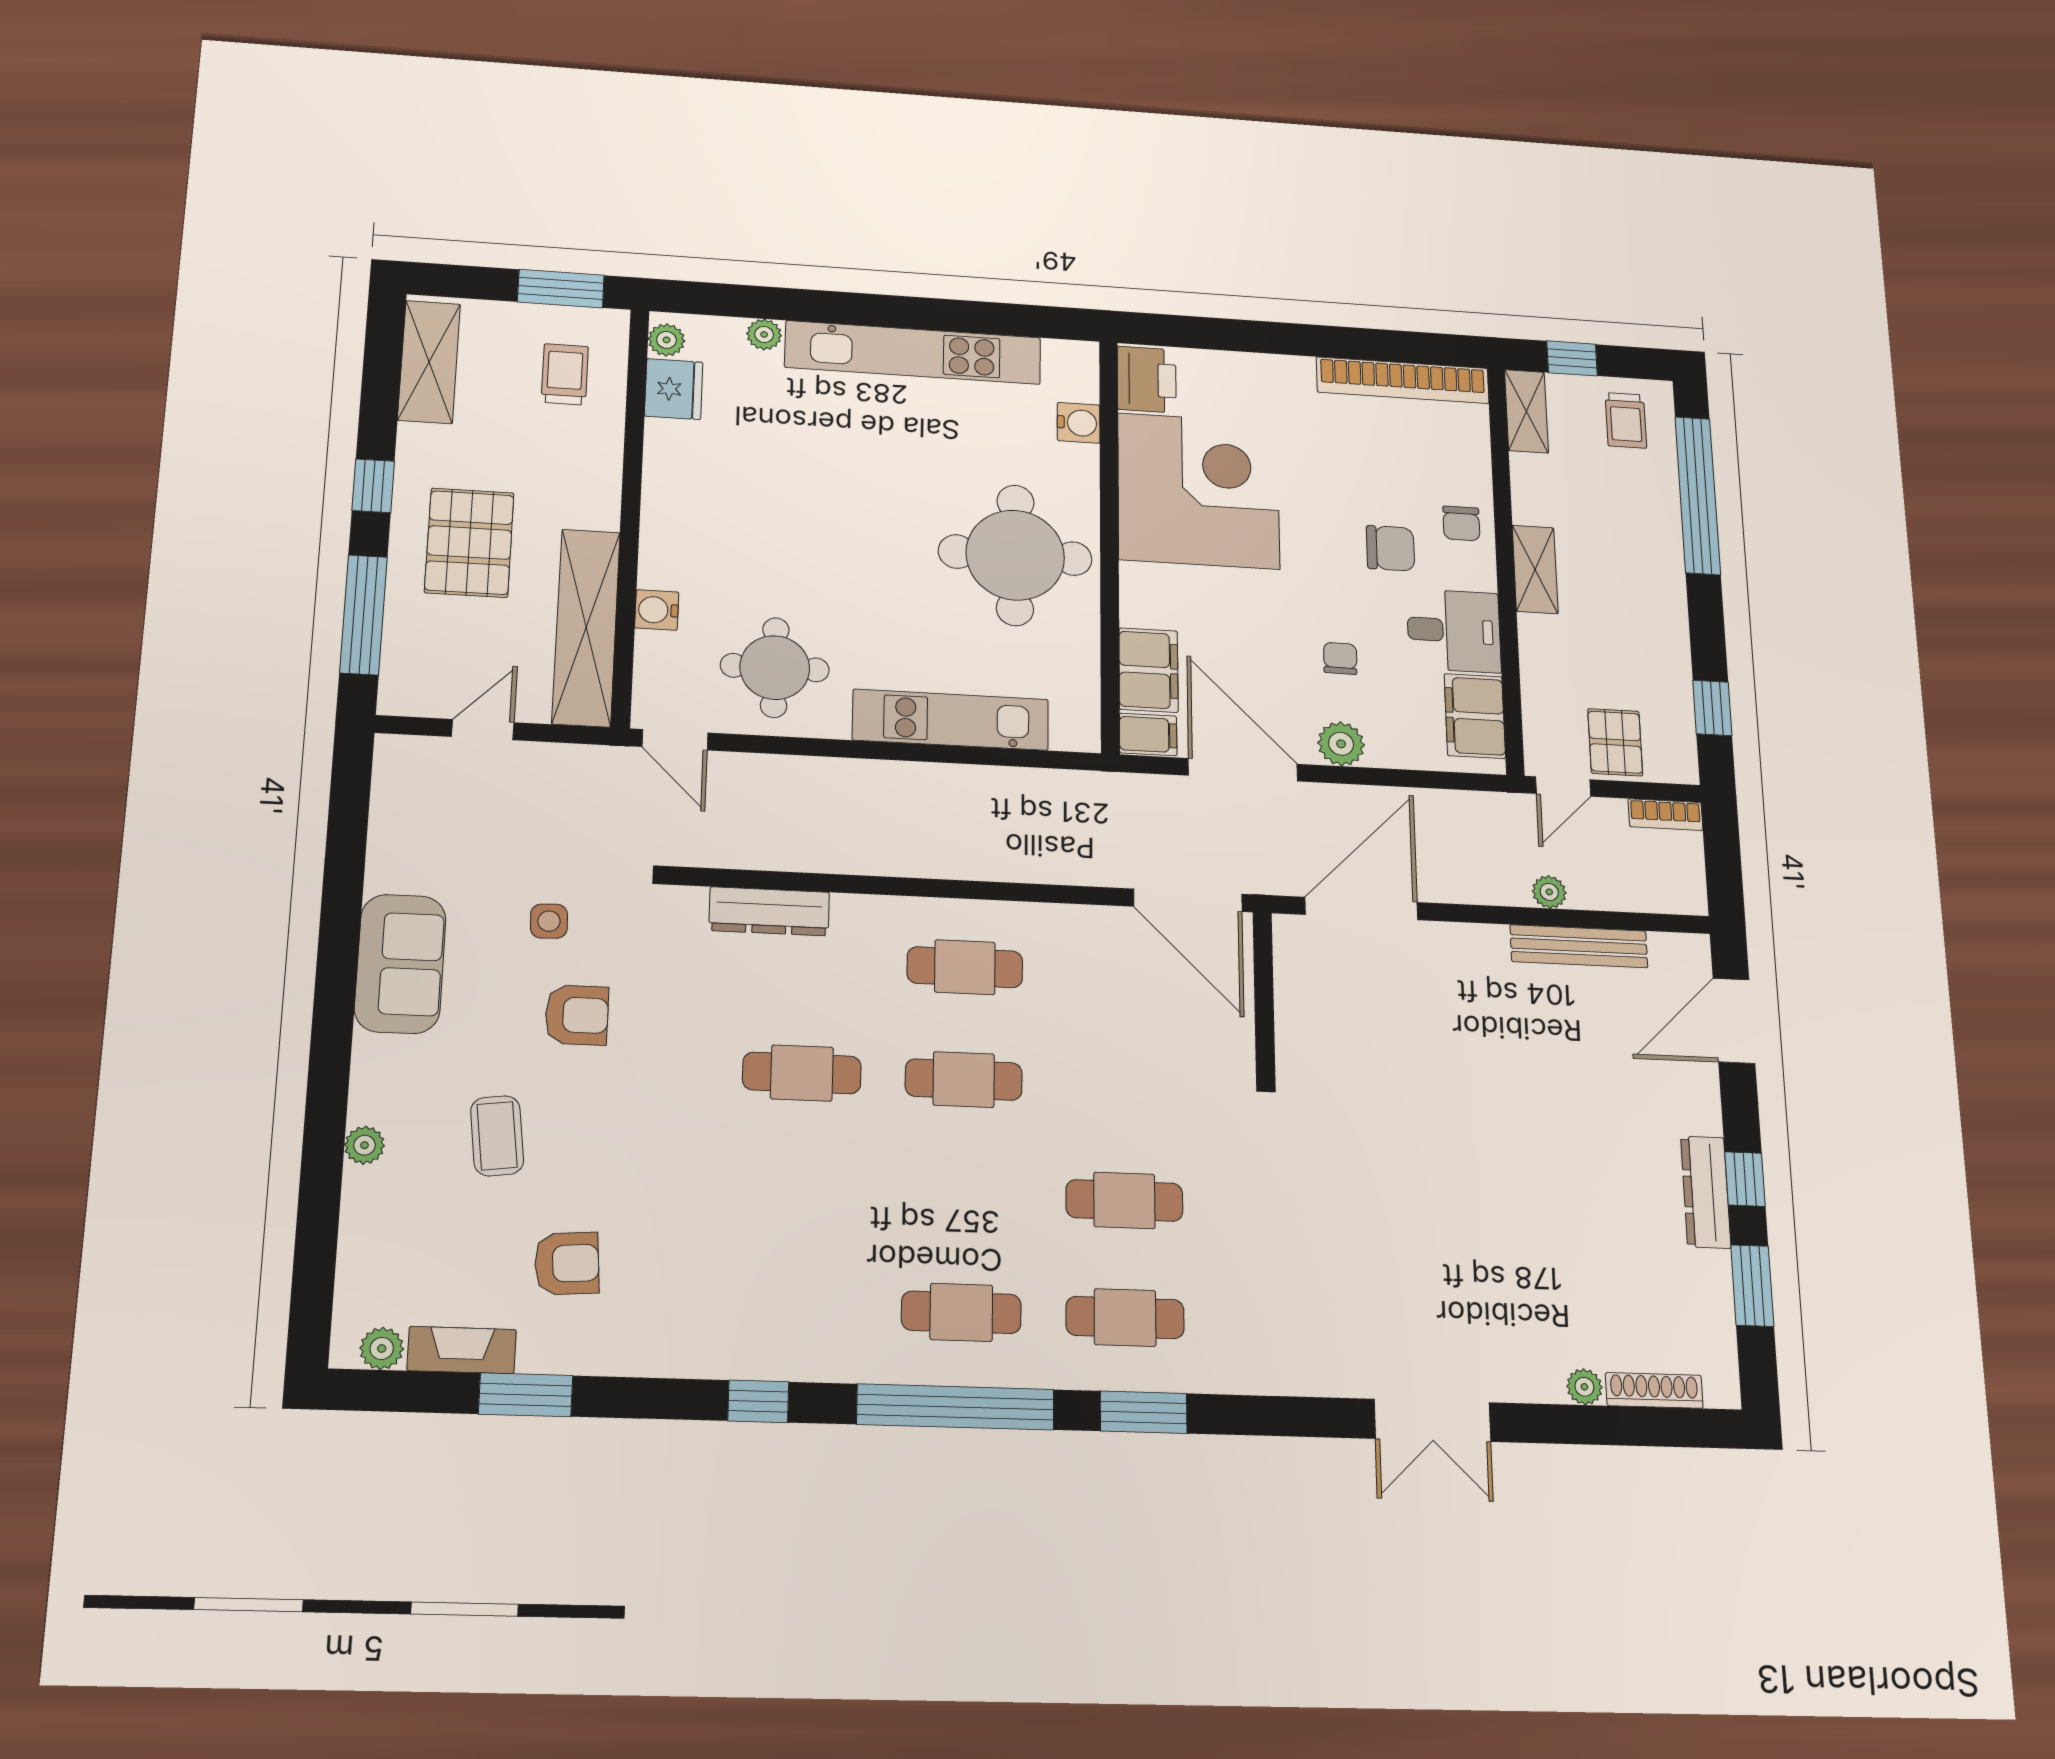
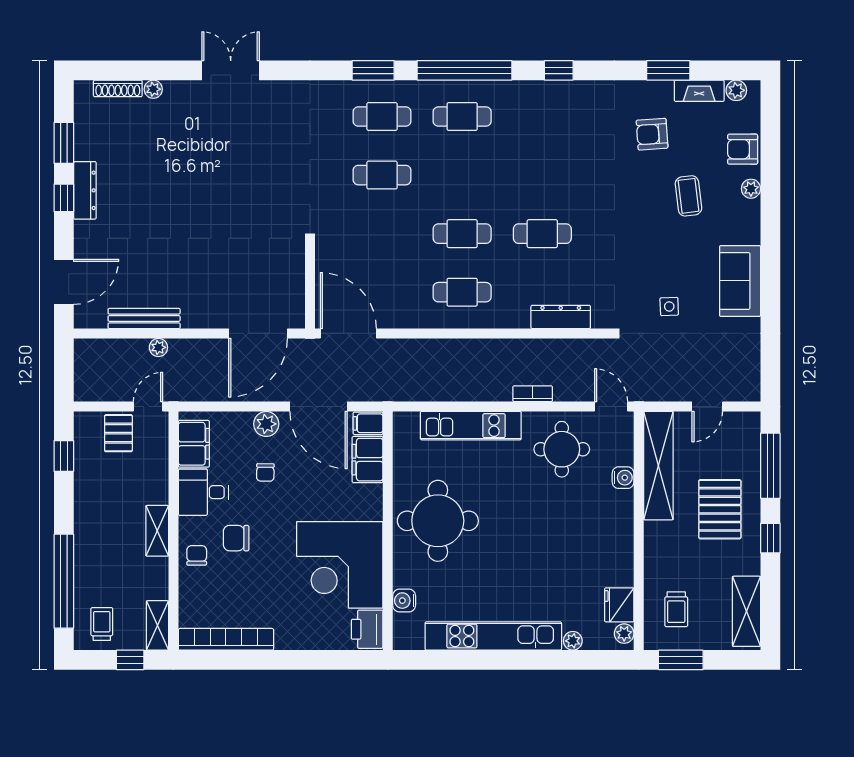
bookcase: (1665, 815) -> (533, 394), moved
armchair: (577, 1015) -> (743, 149), moved

